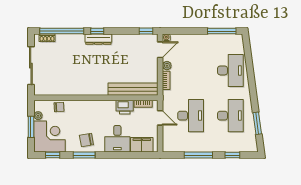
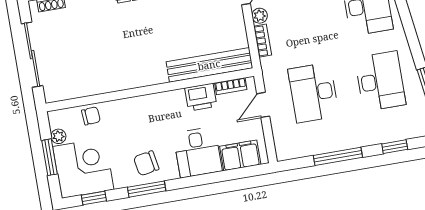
desk: (191, 116) -> (313, 93), turned 180
door: (160, 118) -> (263, 105), swing flipped

